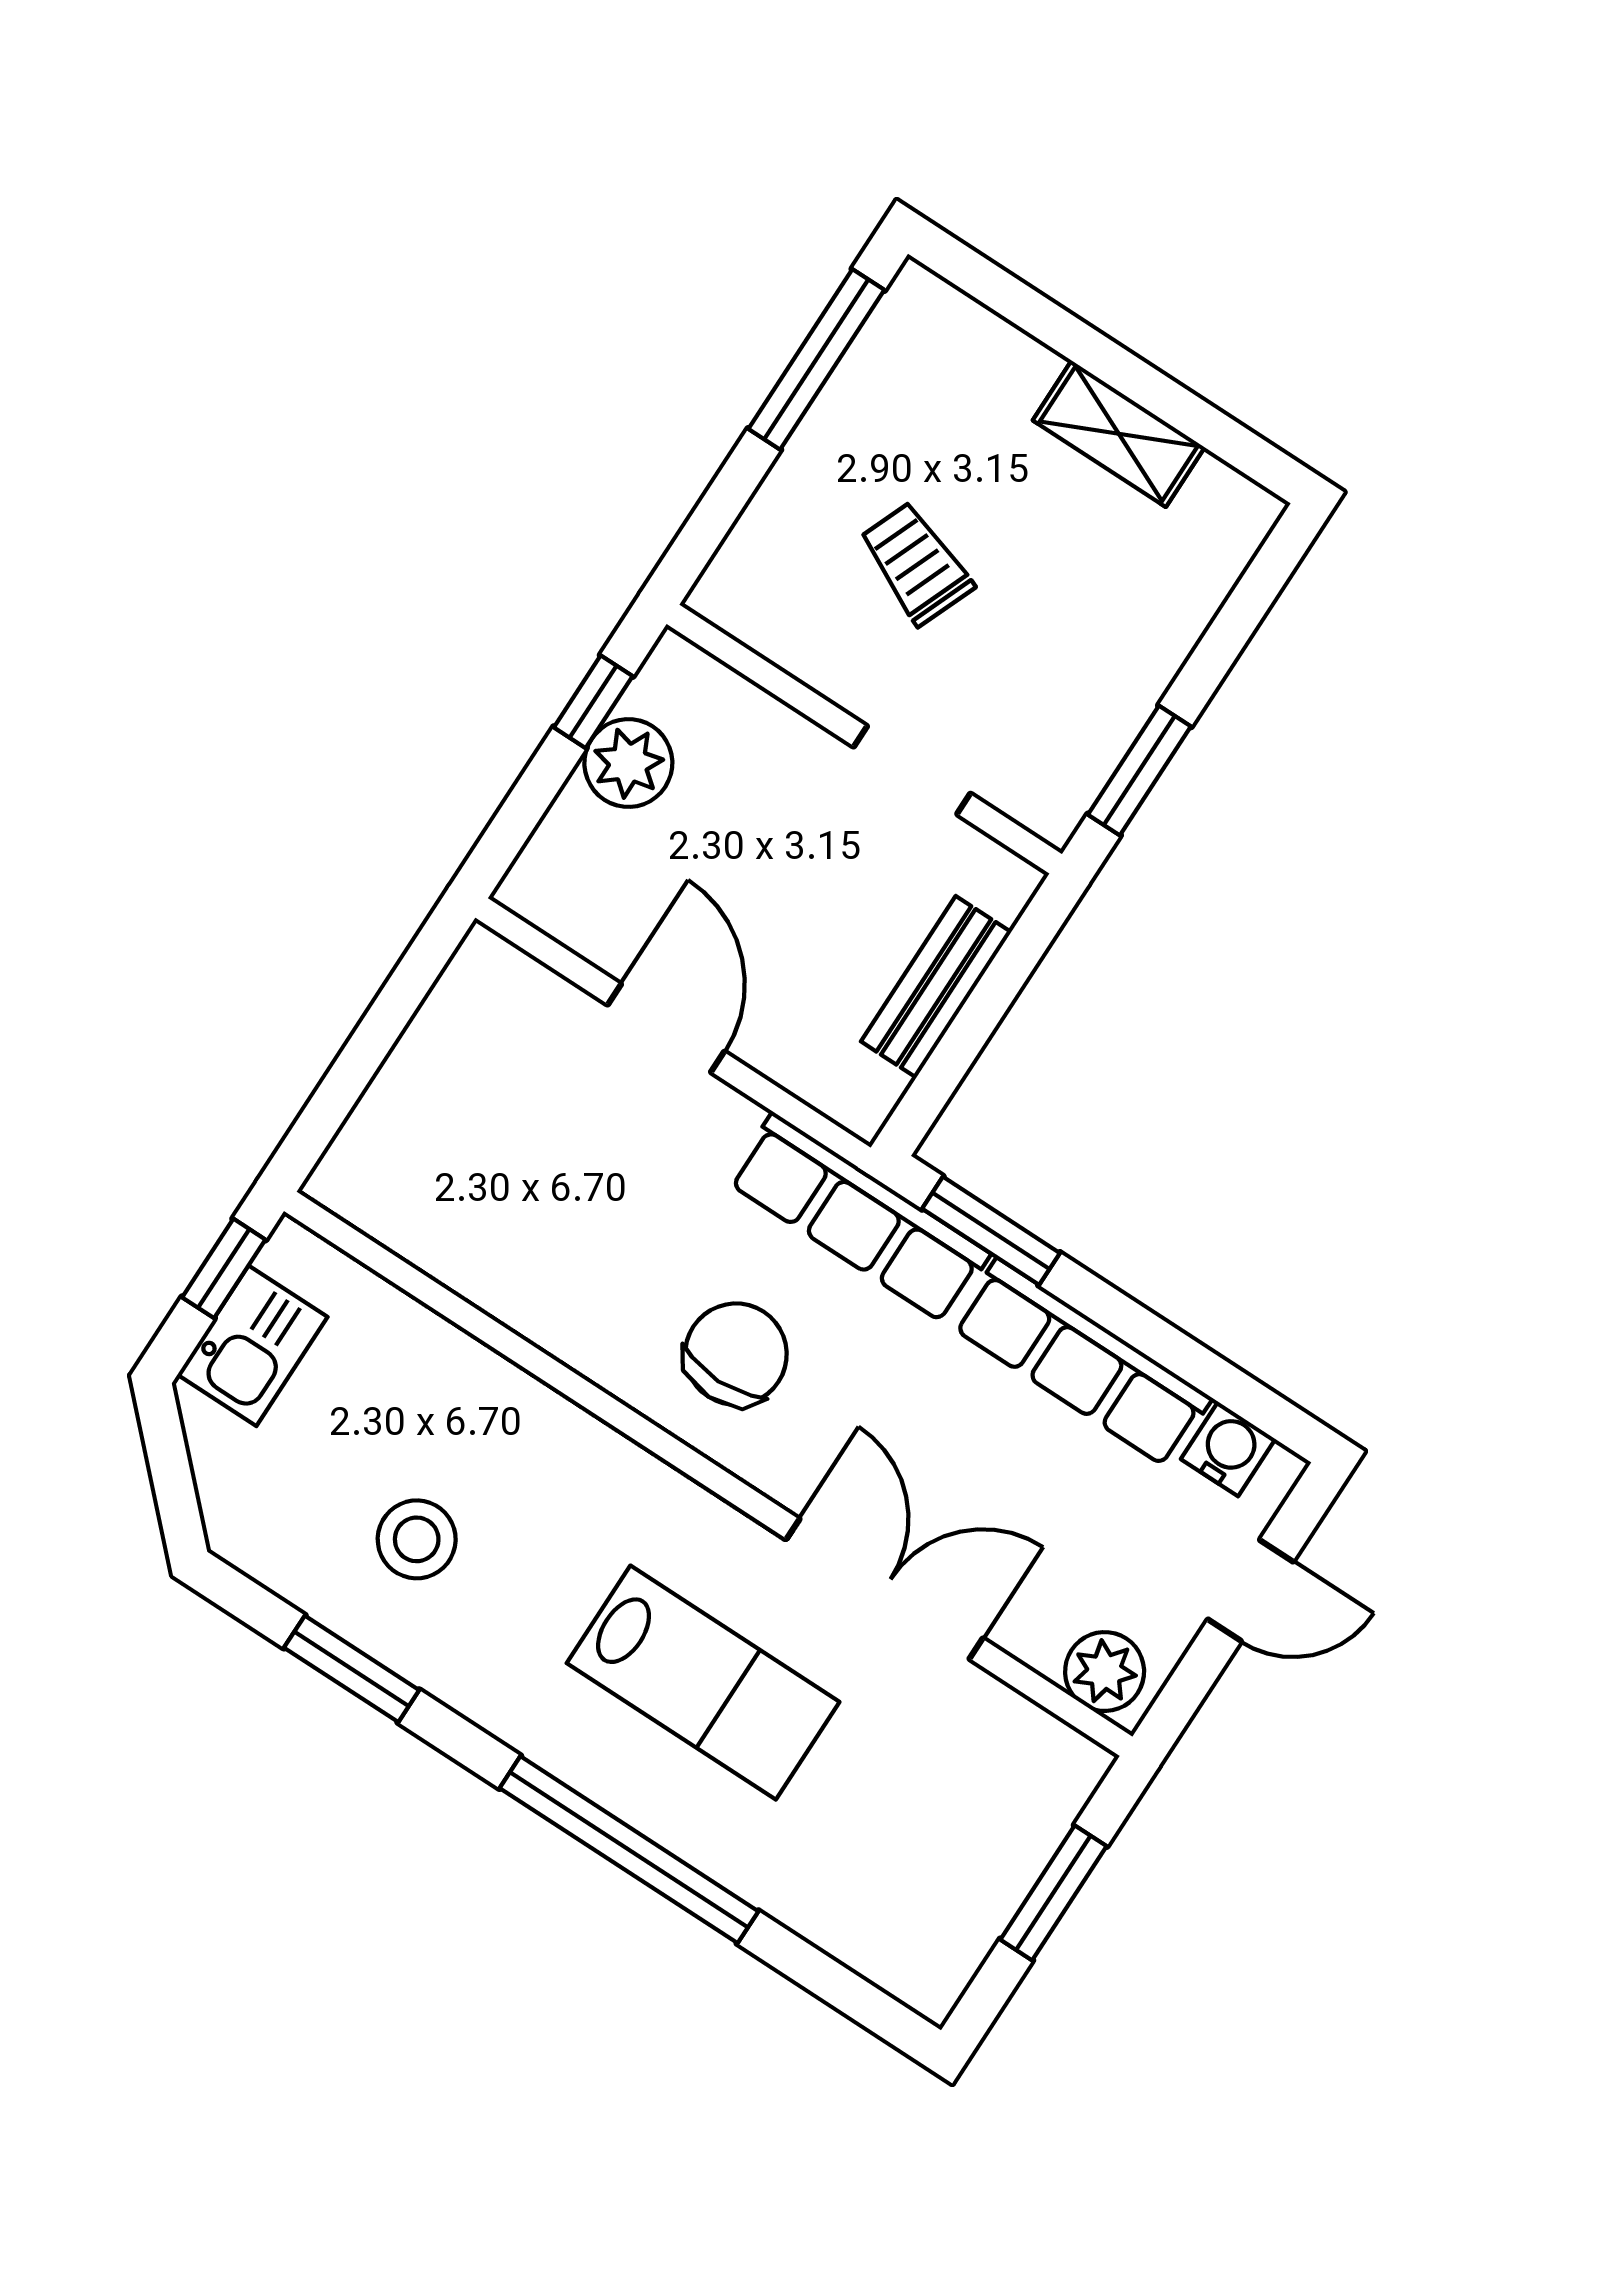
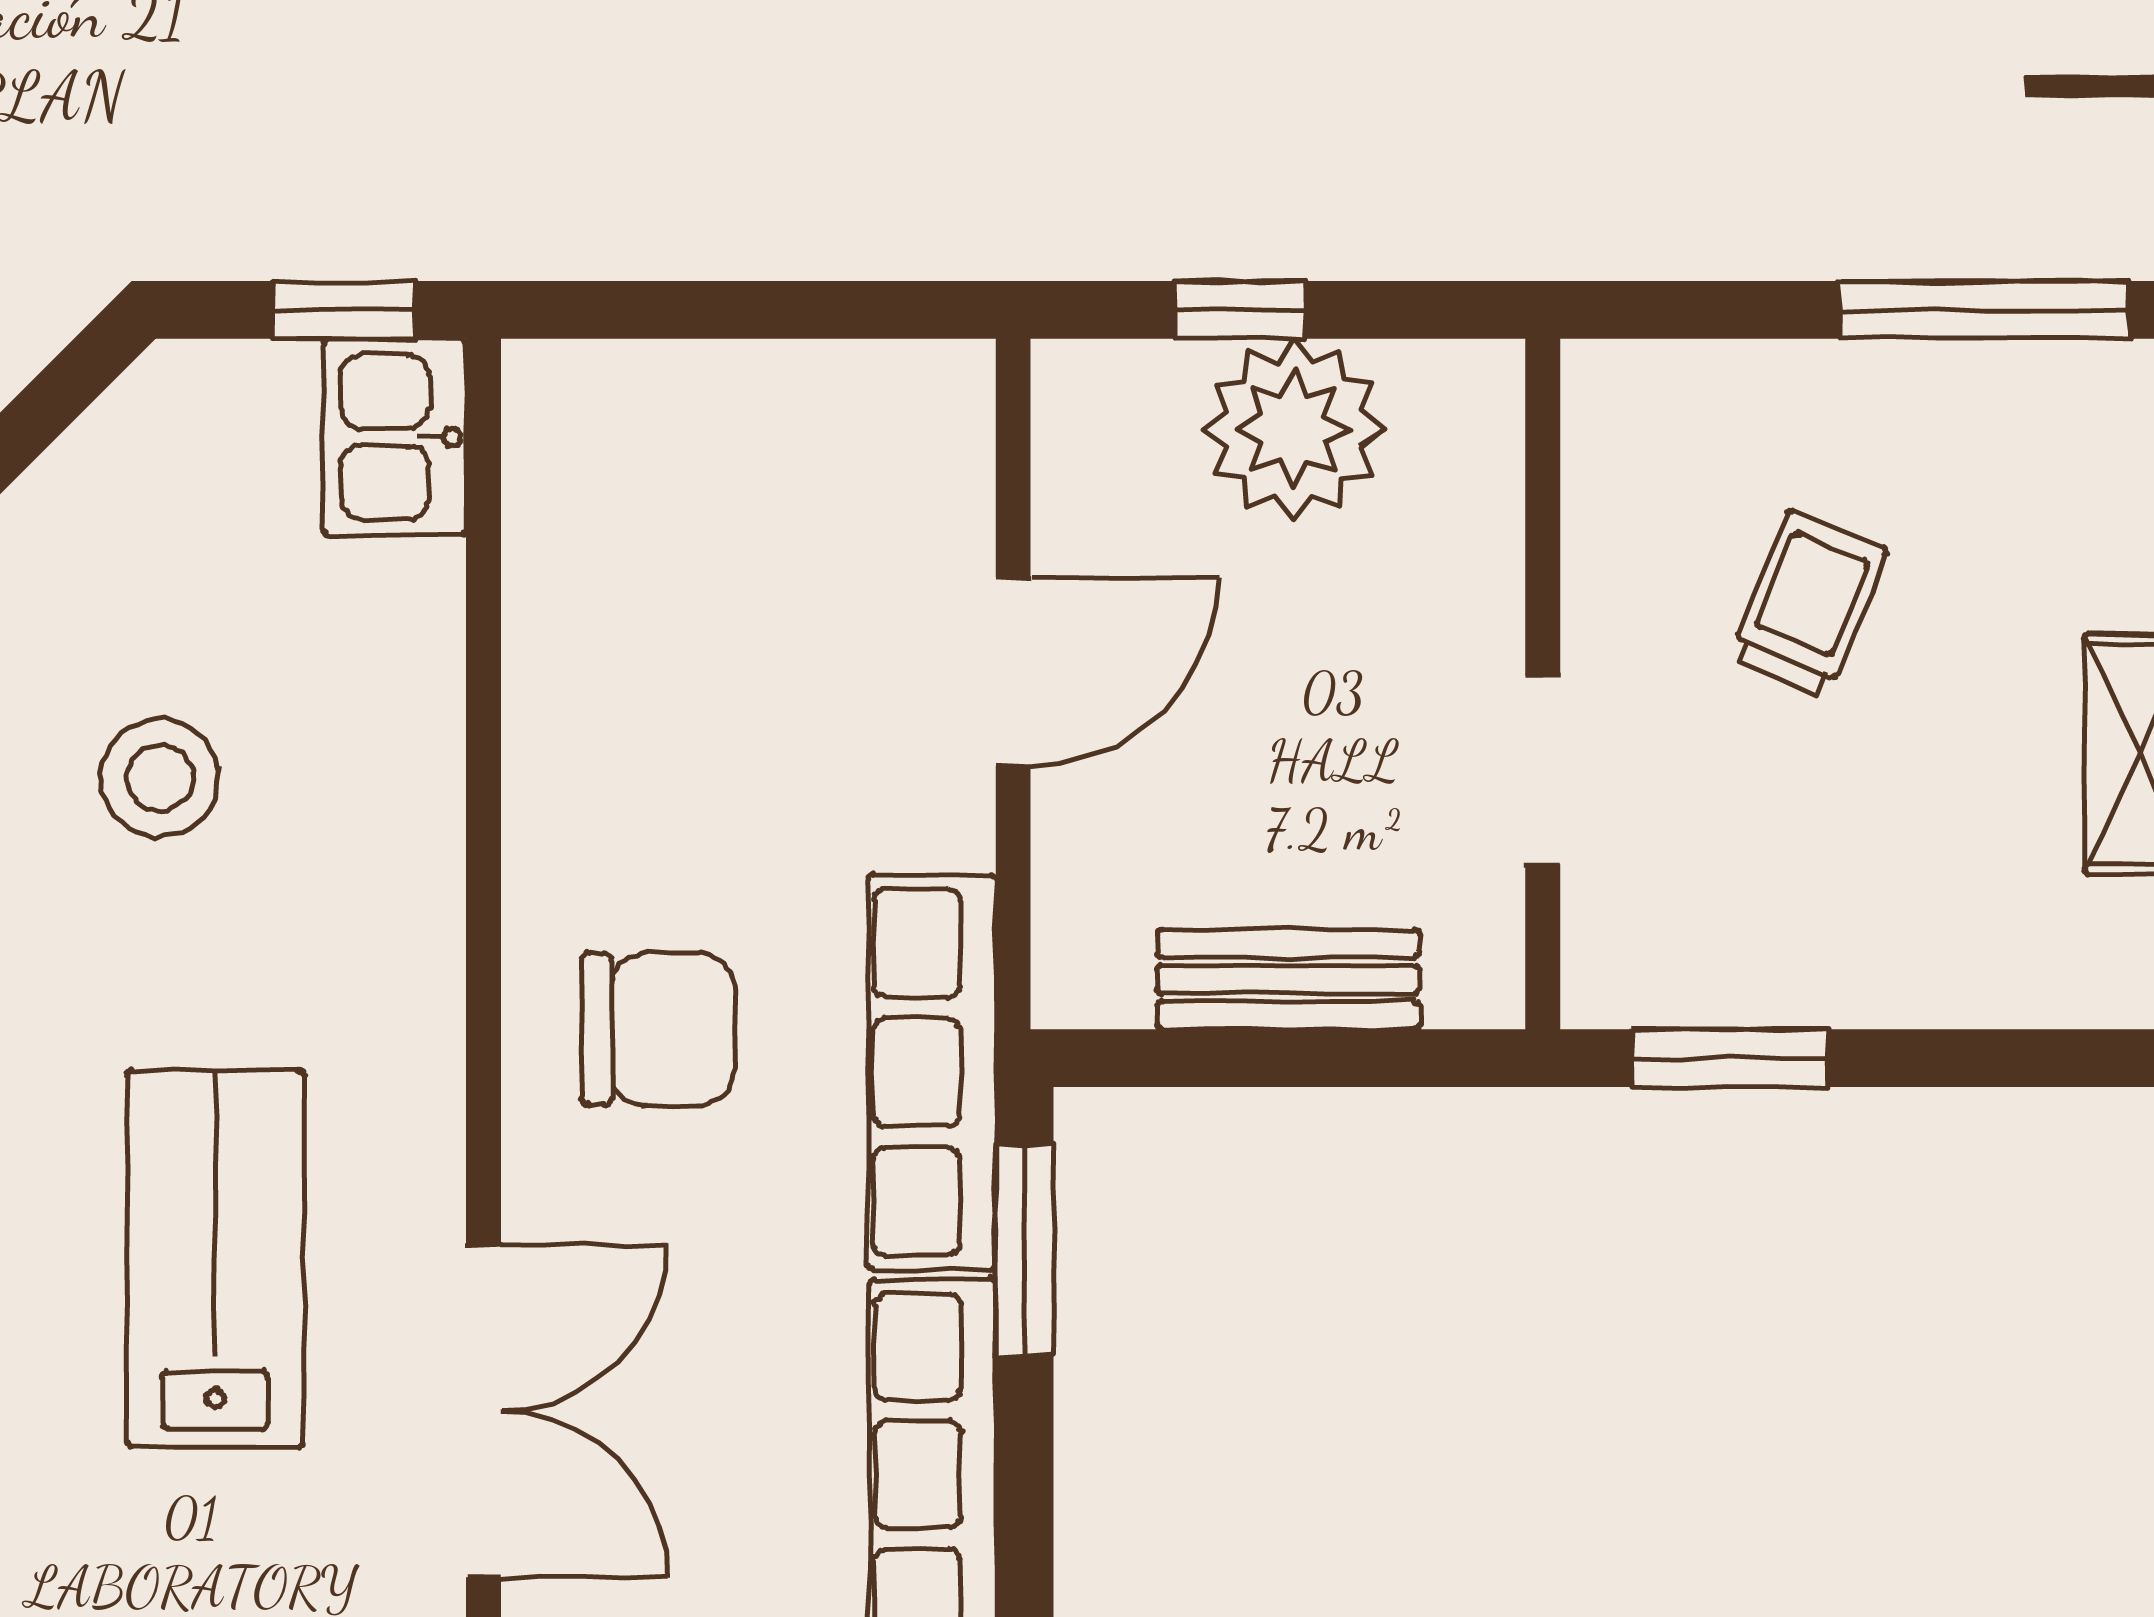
window: (593, 702) -> (1240, 310), moved
plant: (628, 763) -> (1293, 429), width x1.36, depth x1.36
kitchen sink: (252, 1346) -> (395, 437), moved, turned 90
lab bench: (703, 1683) -> (215, 1259), turned 180

